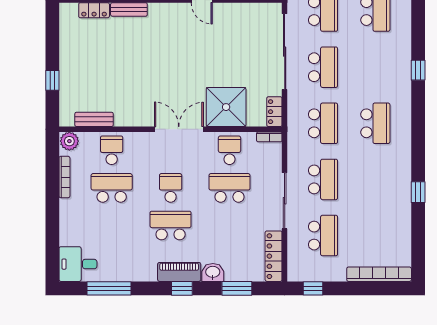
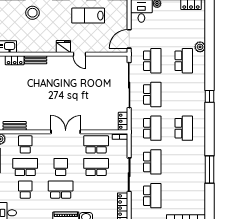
shower: (226, 107) -> (94, 118), removed
school desk: (230, 150) -> (96, 144), width x1.85
window: (418, 192) -> (209, 170), width x2.17
school desk: (112, 225) -> (25, 190), added

